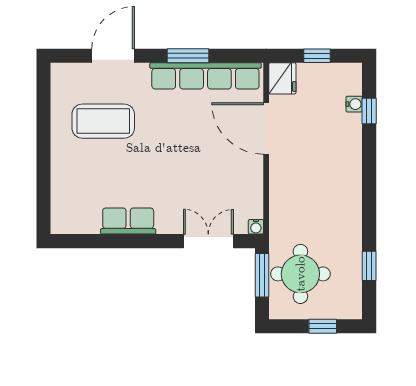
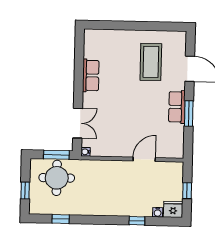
row of seats: (205, 76) -> (177, 107), width x0.50
fridge: (282, 78) -> (173, 209), moved, turned 180
window: (369, 111) -> (137, 221), moved
door: (266, 129) -> (144, 159), width x0.73

